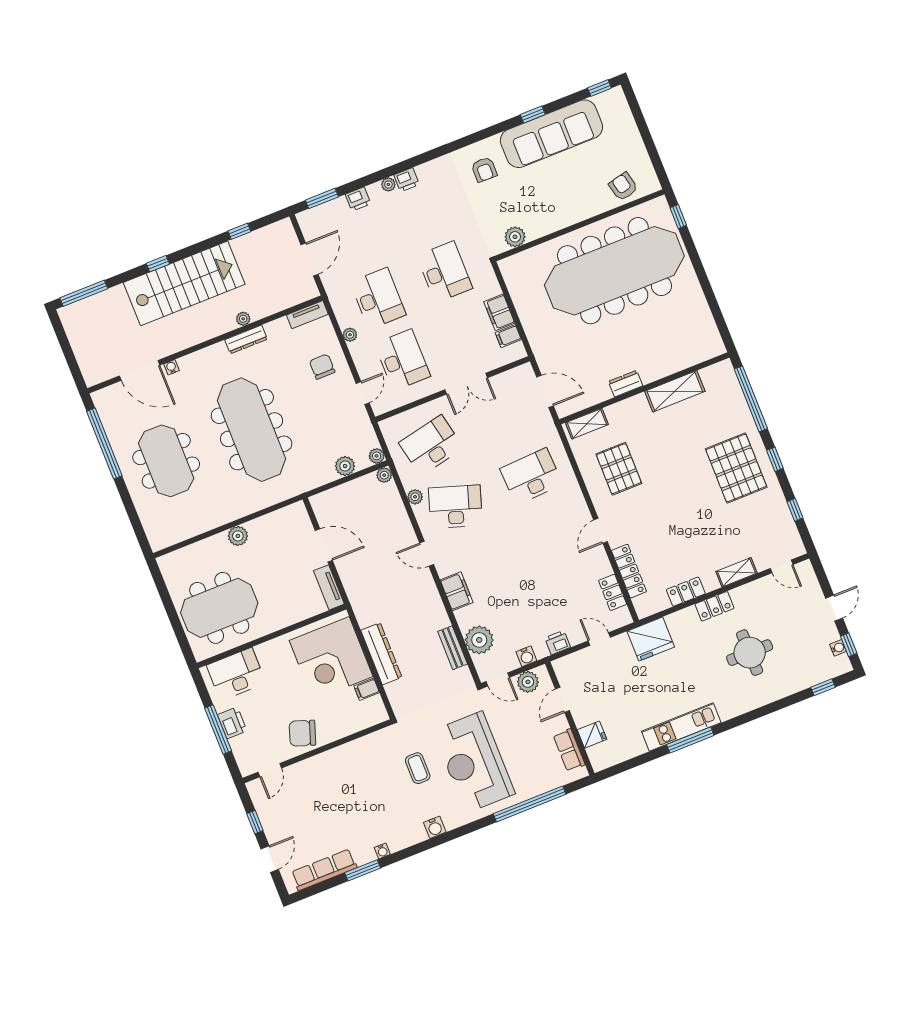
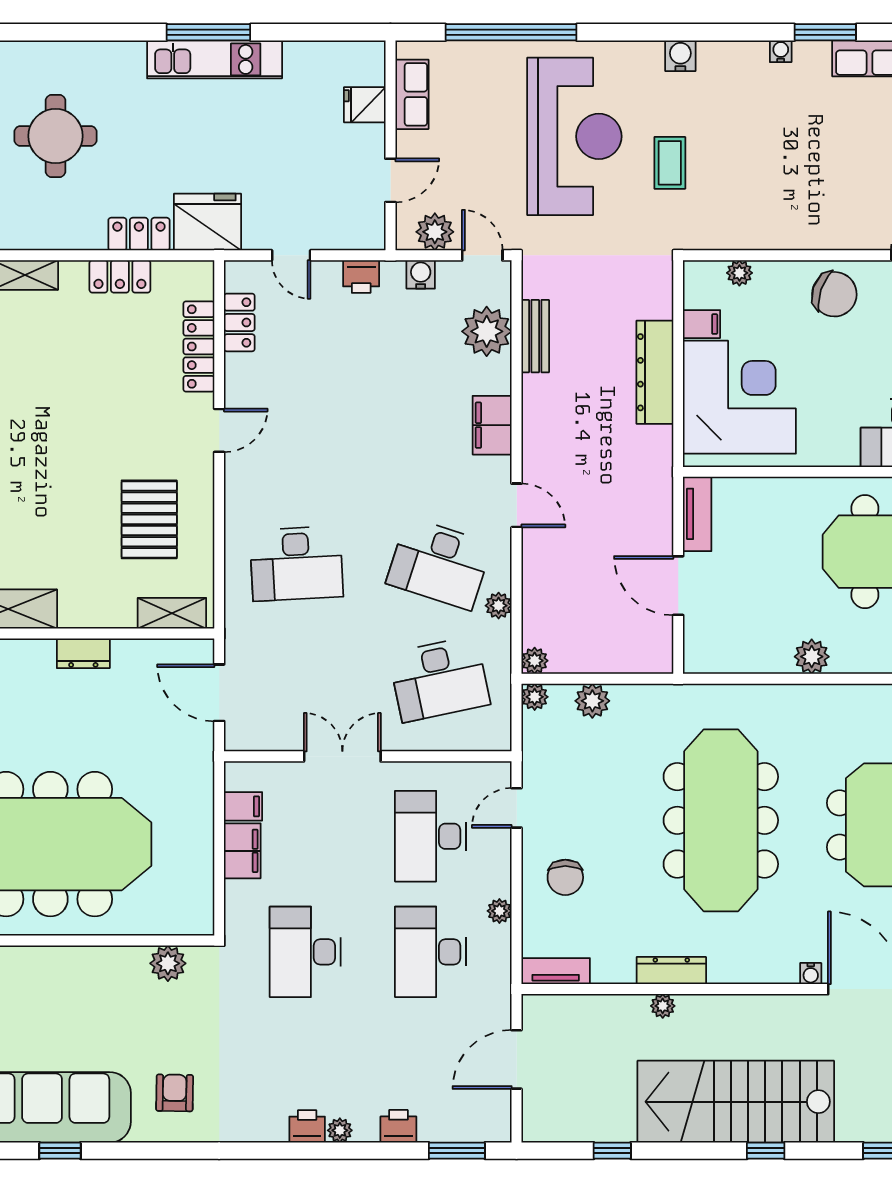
locker: (714, 606) -> (139, 234), moved
plant: (357, 724) -> (739, 273), added

